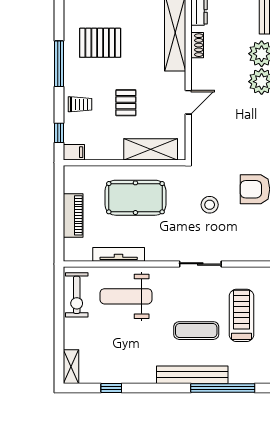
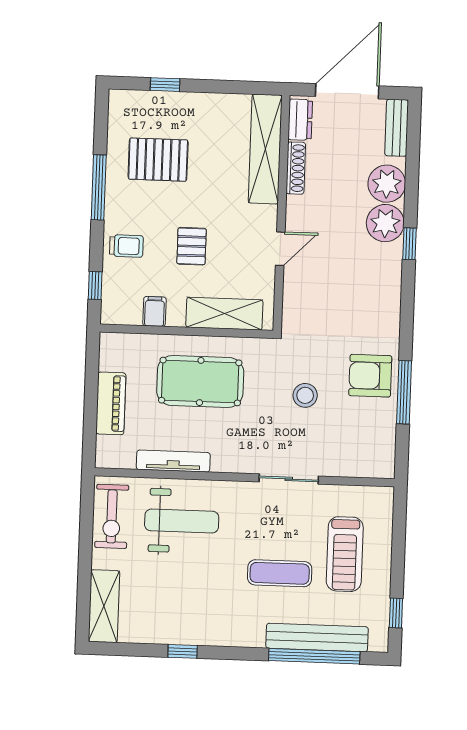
shoe rack: (197, 45) -> (296, 168), width x1.43
filing cabinet: (74, 152) -> (154, 311), moved, turned -90
weight bench: (126, 296) -> (182, 521), turned 180
treadmill: (242, 315) -> (345, 554), turned 180
shelving: (71, 367) -> (104, 606), width x1.50, depth x1.33
bench: (192, 375) -> (317, 637), moved
window: (111, 388) -> (183, 651), moved

